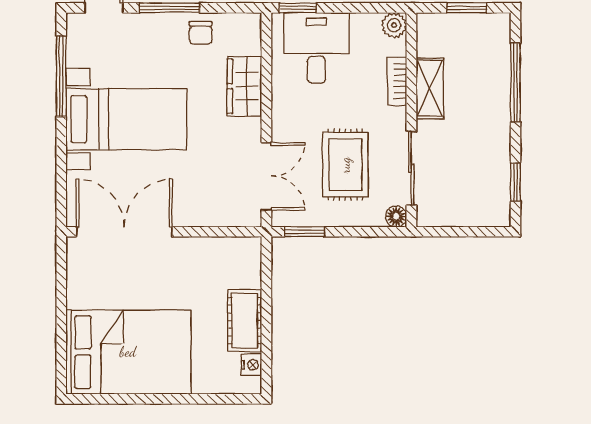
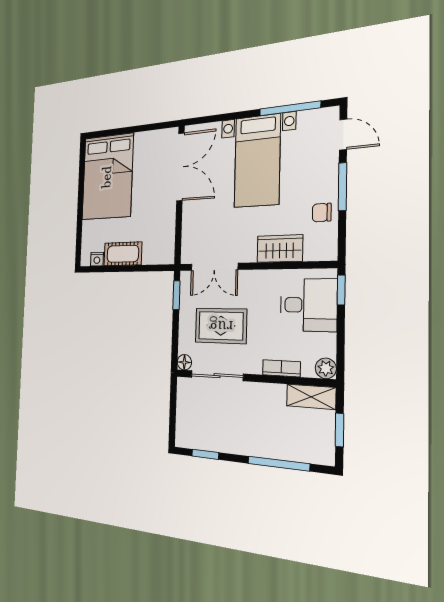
shelving: (430, 88) -> (311, 397), moved

